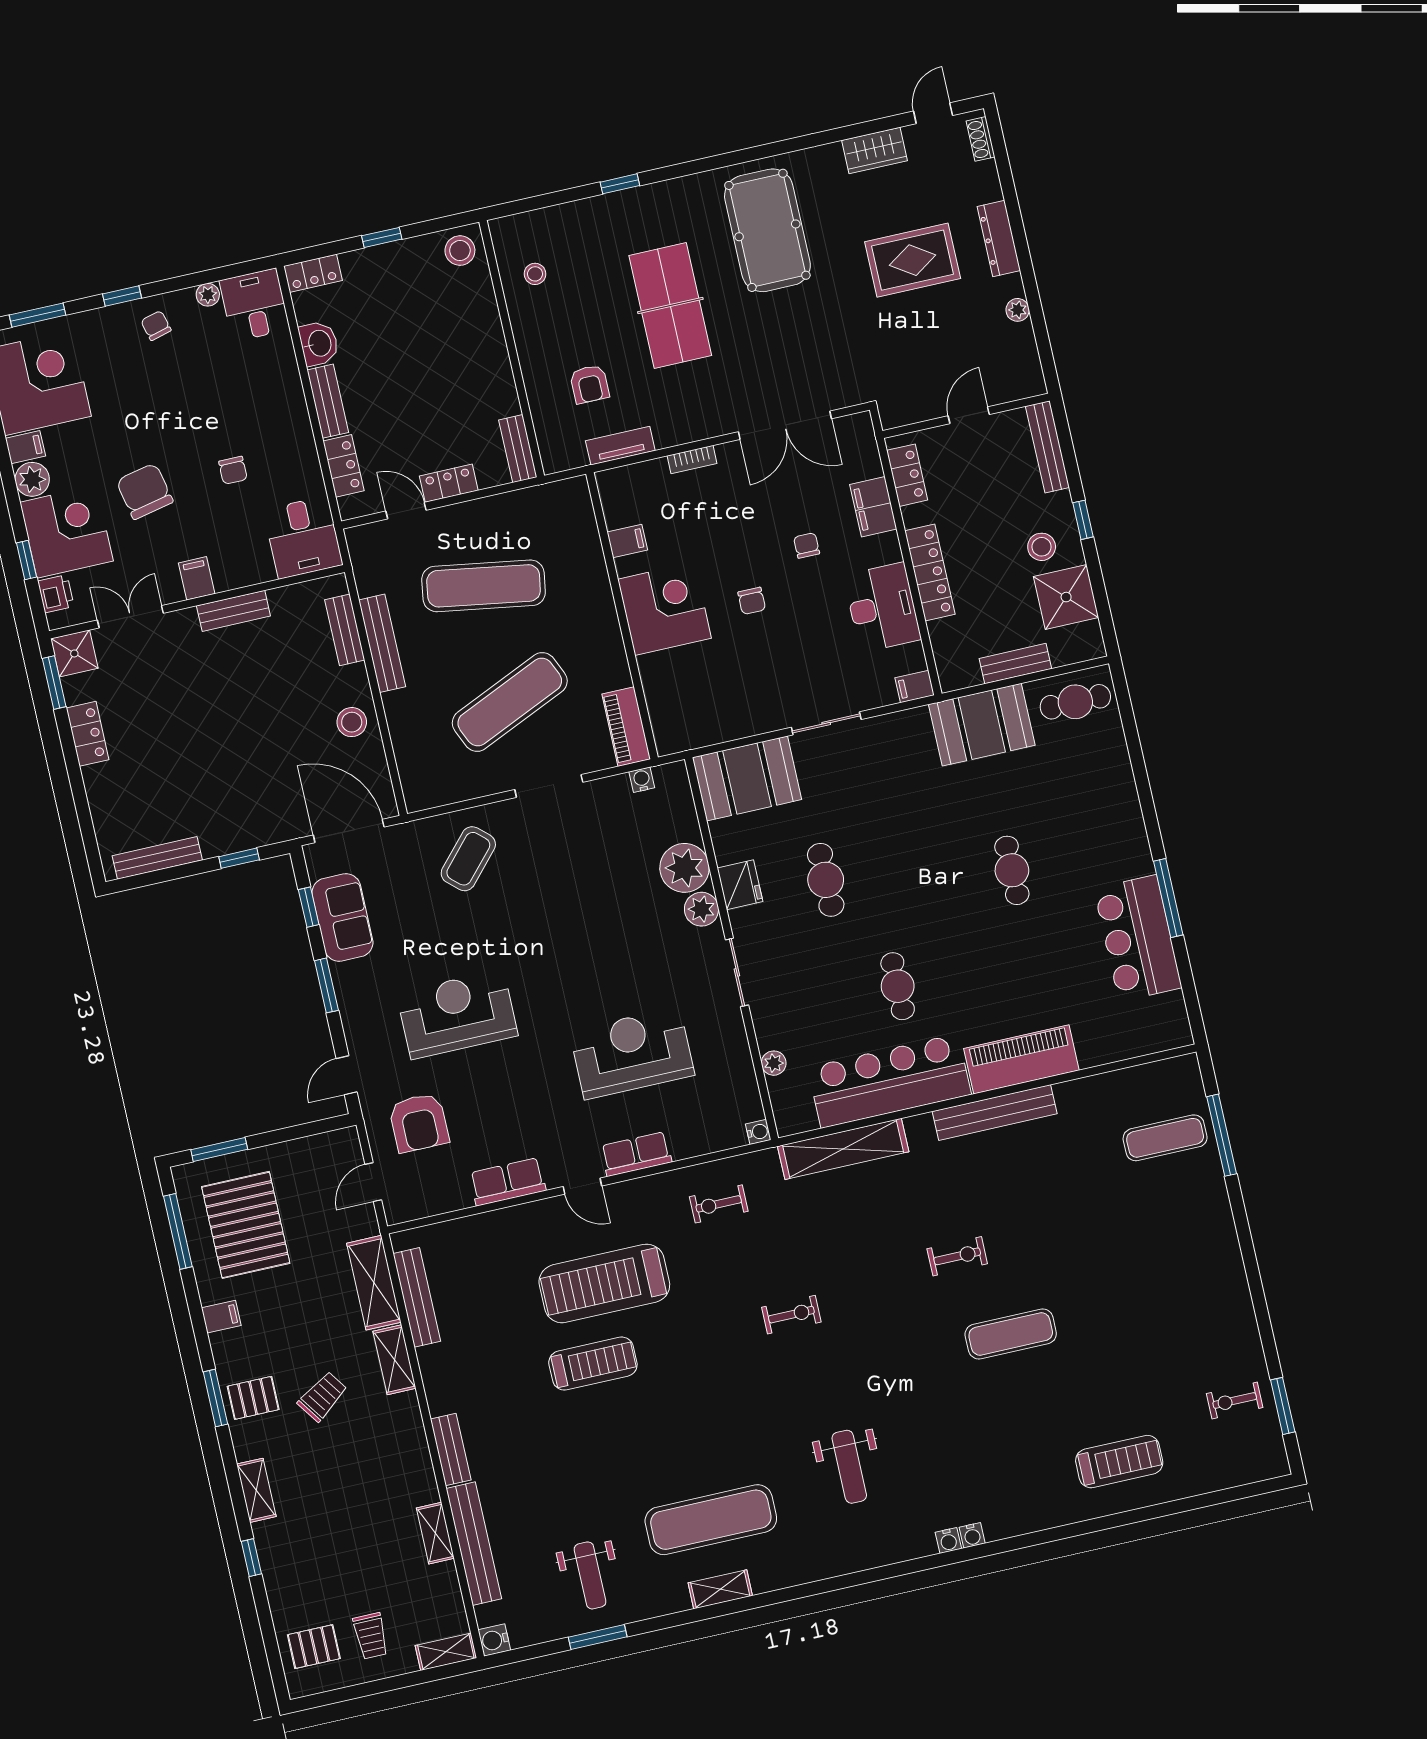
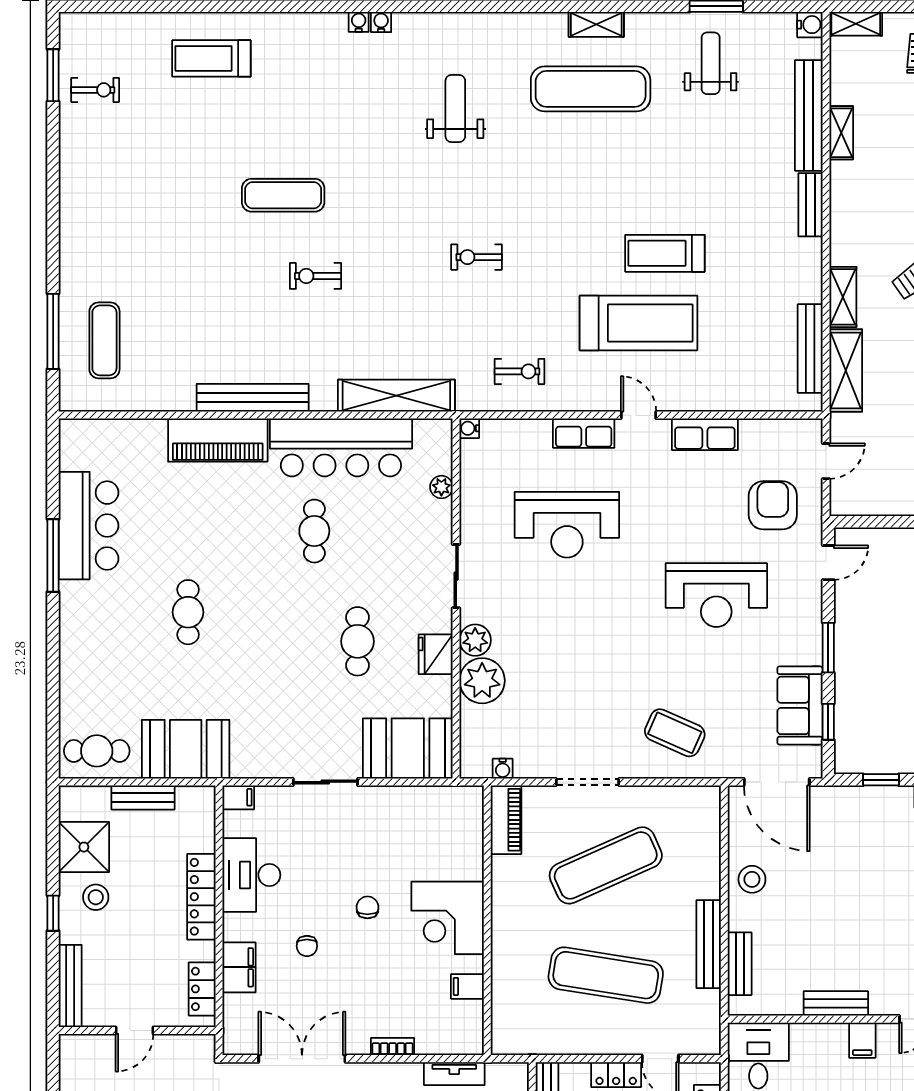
coffee table: (468, 859) -> (675, 733), turned 72
exercise mat: (1165, 1138) -> (104, 340), turned 90

